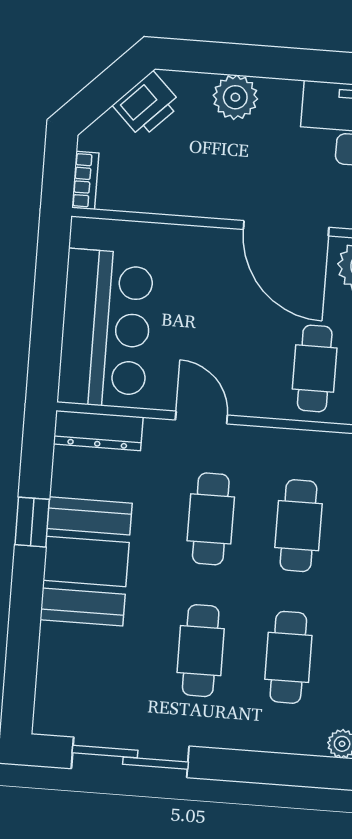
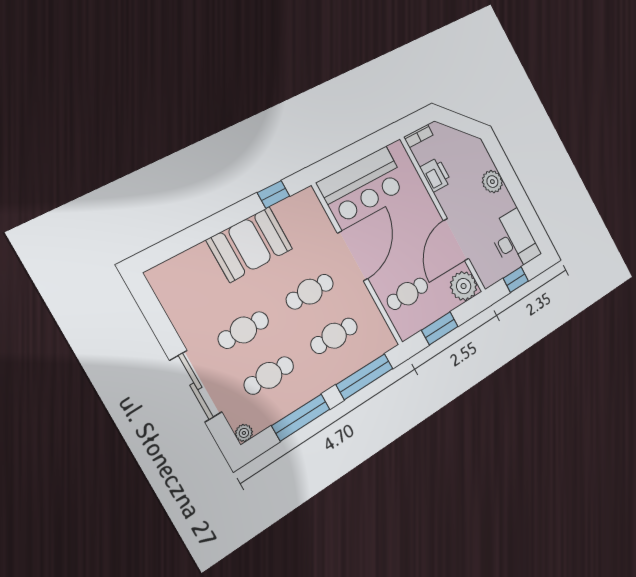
printer: (147, 105) -> (436, 175), moved, turned -135
door: (201, 417) -> (353, 256), width x1.87
dresser: (98, 430) -> (315, 211), removed
window: (32, 522) -> (273, 194), moved
sliding door: (130, 757) -> (196, 386), moved

